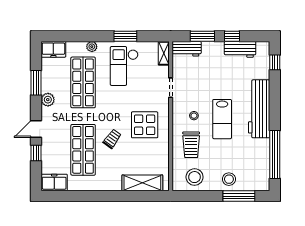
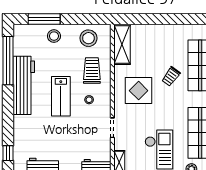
workbench: (259, 109) -> (24, 85), moved
lab bench: (222, 119) -> (61, 96), turned 180
shelving: (142, 183) -> (122, 44), moved, turned 90

